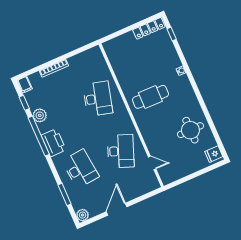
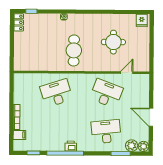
locker: (149, 28) -> (19, 22), width x0.66
filing cabinet: (25, 85) -> (19, 135), moved
desk: (98, 99) -> (56, 93), turned -33
plant: (40, 115) -> (132, 146), moved
round table: (190, 130) -> (113, 42), moved
printer: (54, 143) -> (71, 146), width x0.53, depth x0.68

